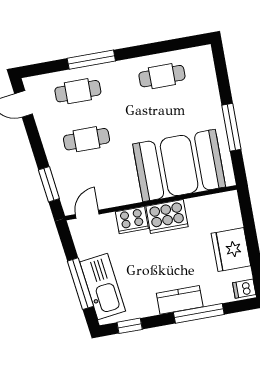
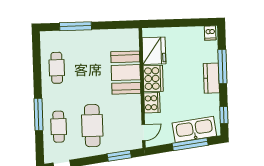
window: (231, 127) -> (75, 26), moved
cafe table: (87, 139) -> (92, 126), width x1.37, depth x1.35
booth: (179, 165) -> (126, 73), width x0.73, depth x0.70
door: (87, 214) -> (144, 133), swing flipped
fridge: (231, 250) -> (154, 51), moved, turned -90

